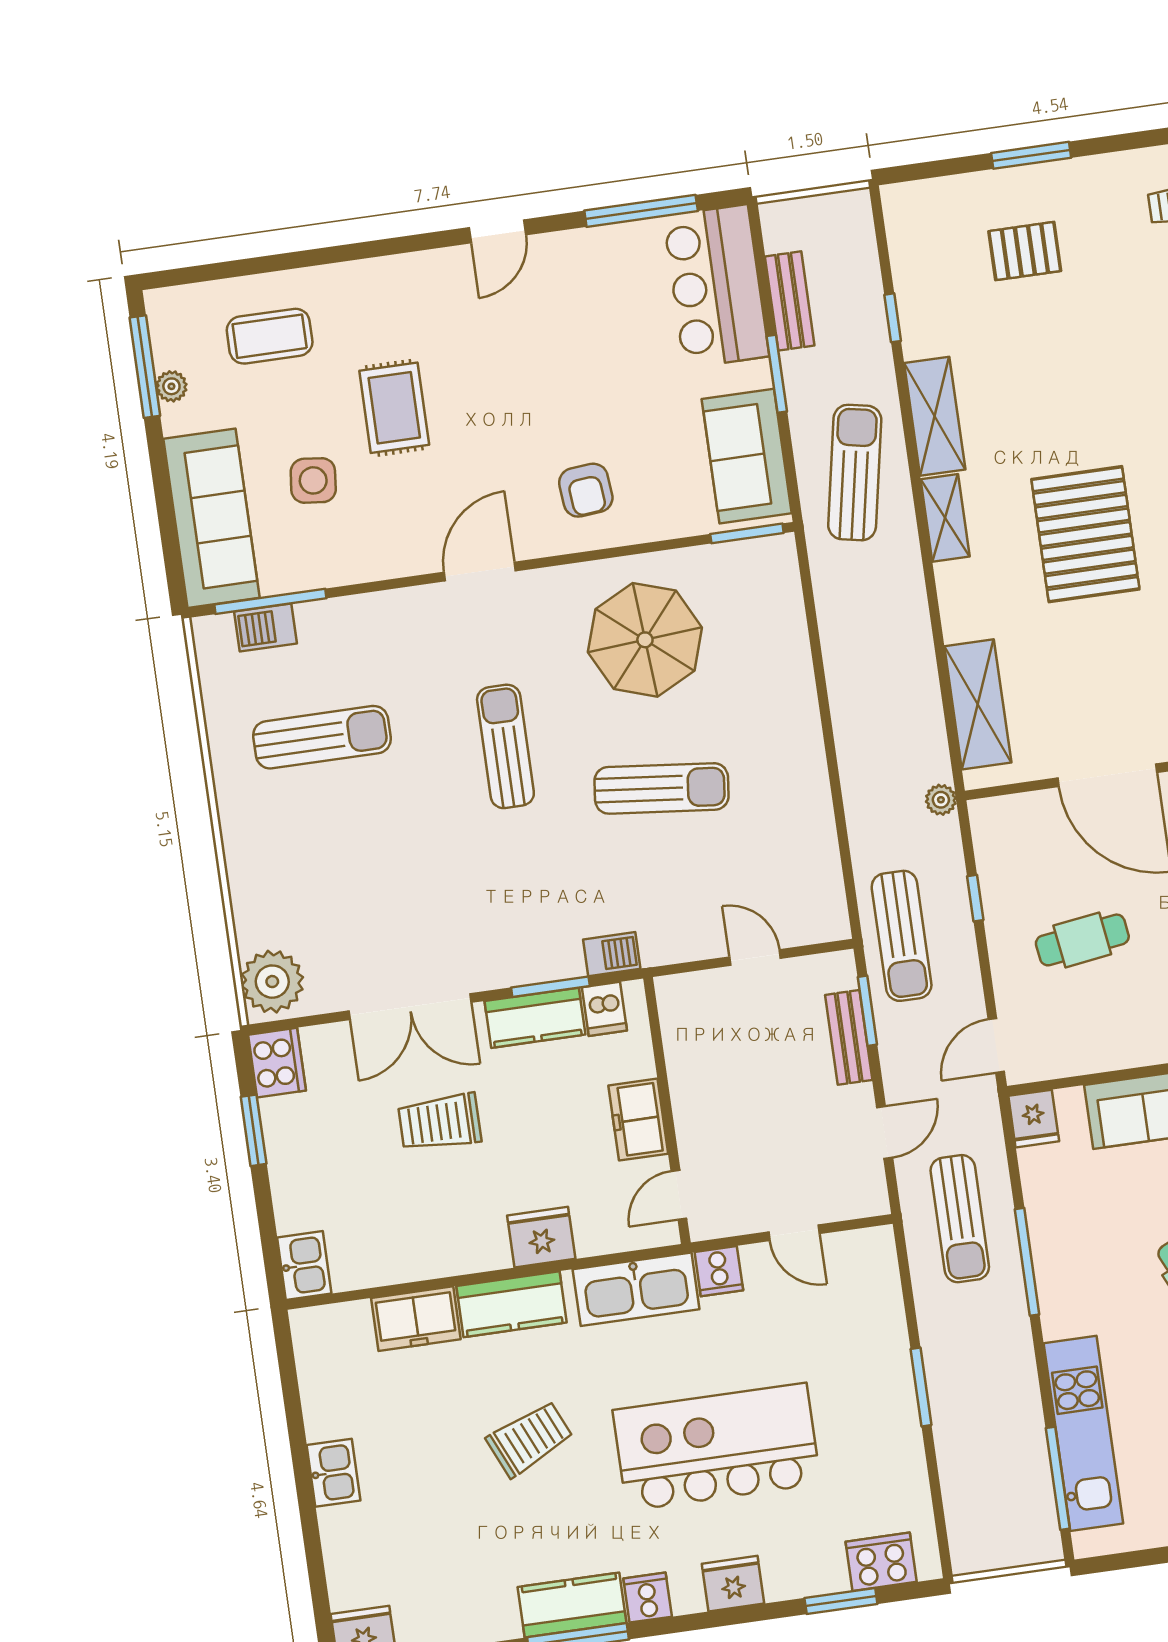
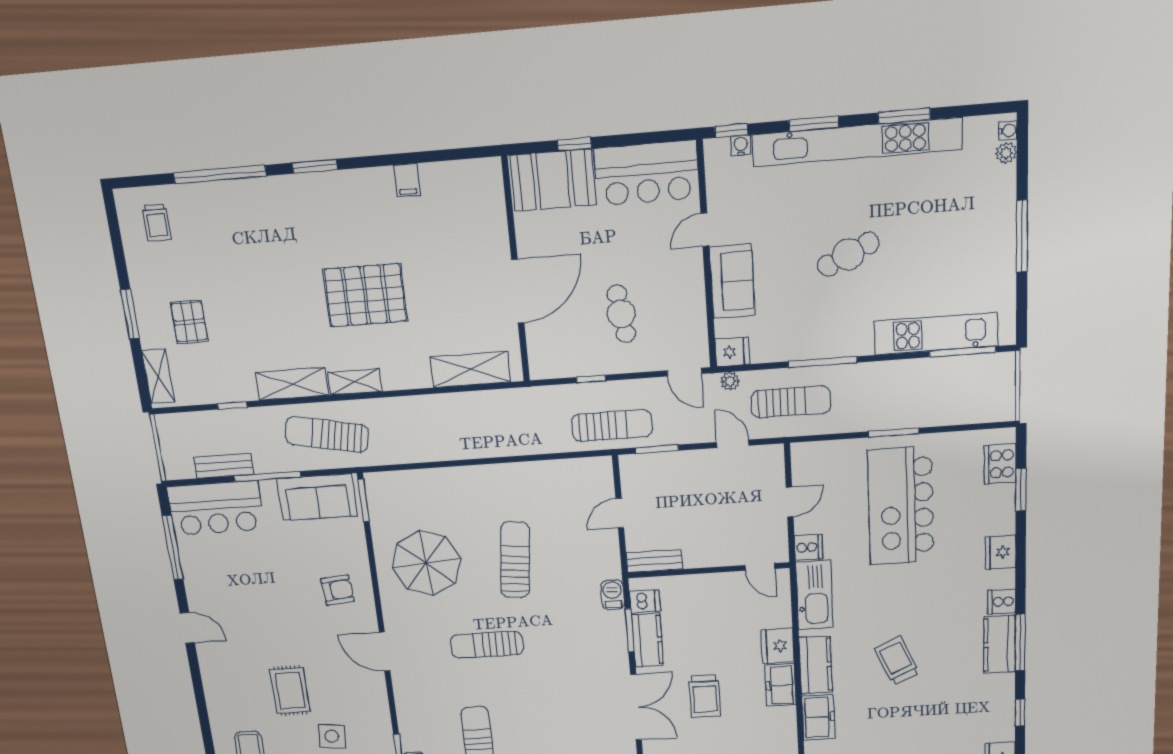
shelving: (933, 197) -> (158, 376), added
window: (777, 374) -> (267, 476), width x1.44
rug: (394, 408) -> (290, 691), turned 90
plant: (941, 800) -> (730, 381), moved
bench: (849, 1037) -> (654, 561), moved
freezer: (638, 1120) -> (781, 685), moved, turned 90
kitchen island: (717, 1447) -> (901, 506), moved

